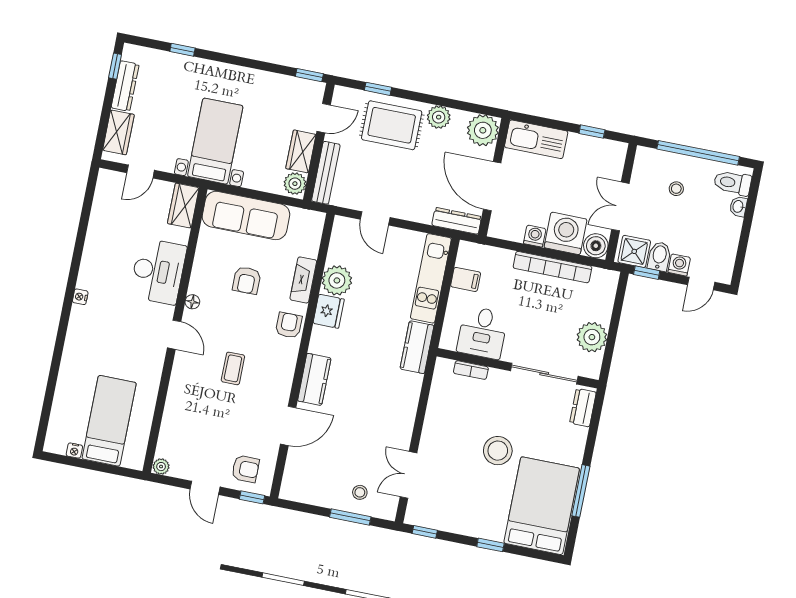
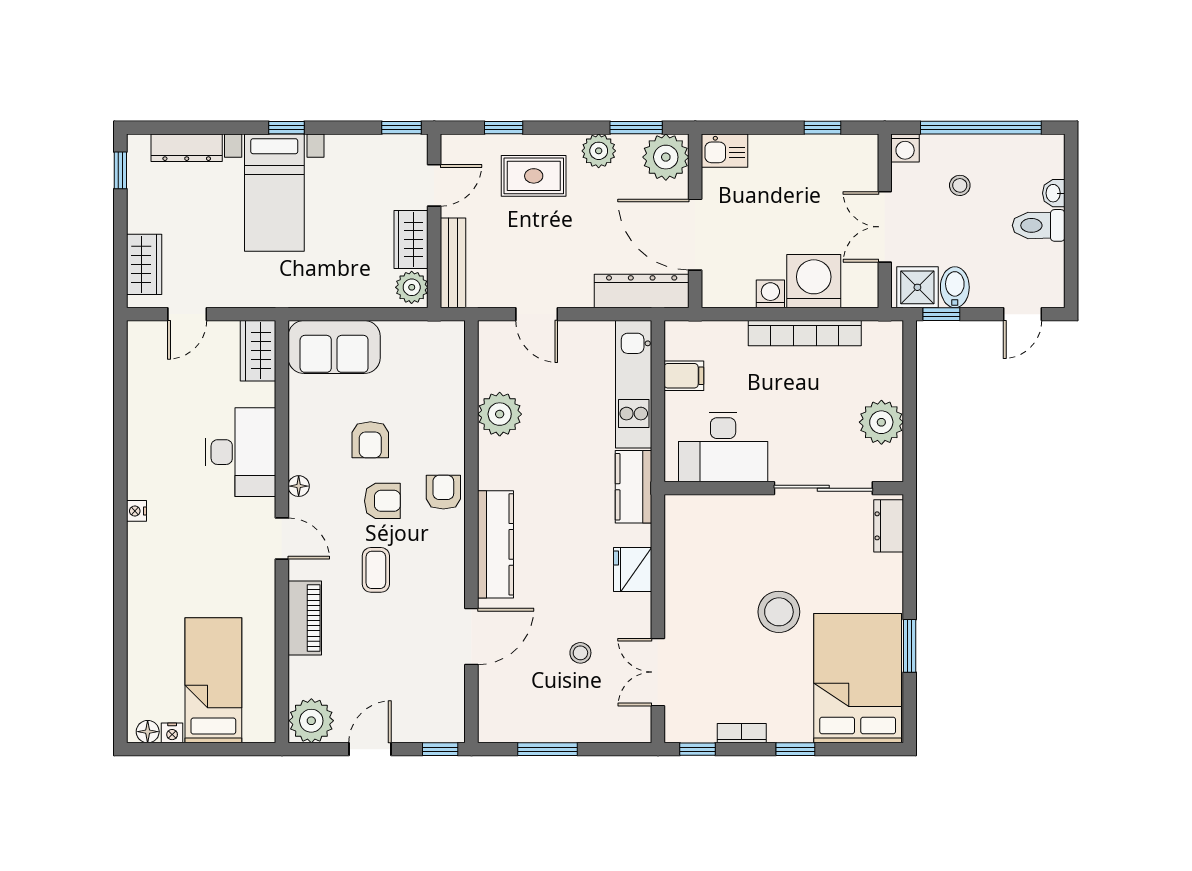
window: (182, 50) -> (286, 128), moved
dresser: (125, 86) -> (187, 148), moved, turned 90
window: (467, 107) -> (636, 128), added
rug: (392, 125) -> (534, 176), width x0.73, depth x0.70
kitchen sink: (536, 139) -> (725, 151), width x0.53, depth x0.81
bed with nightstands: (215, 141) -> (274, 193), moved, turned 180
toilet: (733, 183) -> (1039, 225), moved
sofa: (246, 215) -> (334, 347), width x0.73
dresser: (457, 221) -> (642, 291), width x1.37, depth x1.24
boiler: (596, 246) -> (861, 290), removed
washing machine: (679, 265) -> (905, 148), moved, turned 180
fireplace: (303, 280) -> (451, 423), removed
fridge: (329, 311) -> (633, 569), moved, turned 180
desk: (482, 333) -> (723, 447), width x1.37
bookcase: (471, 370) -> (742, 733), moved, turned 180
kitchen counter: (314, 379) -> (496, 544), width x1.50
piano: (179, 391) -> (305, 618), added
floor lamp: (58, 446) -> (148, 732), added
plant: (161, 467) -> (311, 721), width x1.88, depth x1.88
armchair: (245, 469) -> (382, 501), moved
door: (205, 488) -> (370, 749), swing flipped
window: (581, 491) -> (910, 646), width x0.69
stool: (360, 492) -> (580, 653), moved
window: (350, 517) -> (547, 749), moved

